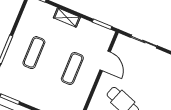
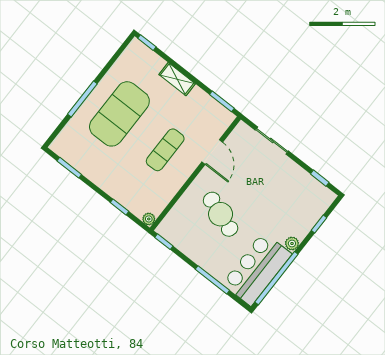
exercise mat: (34, 53) -> (119, 114), width x2.00, depth x1.45

